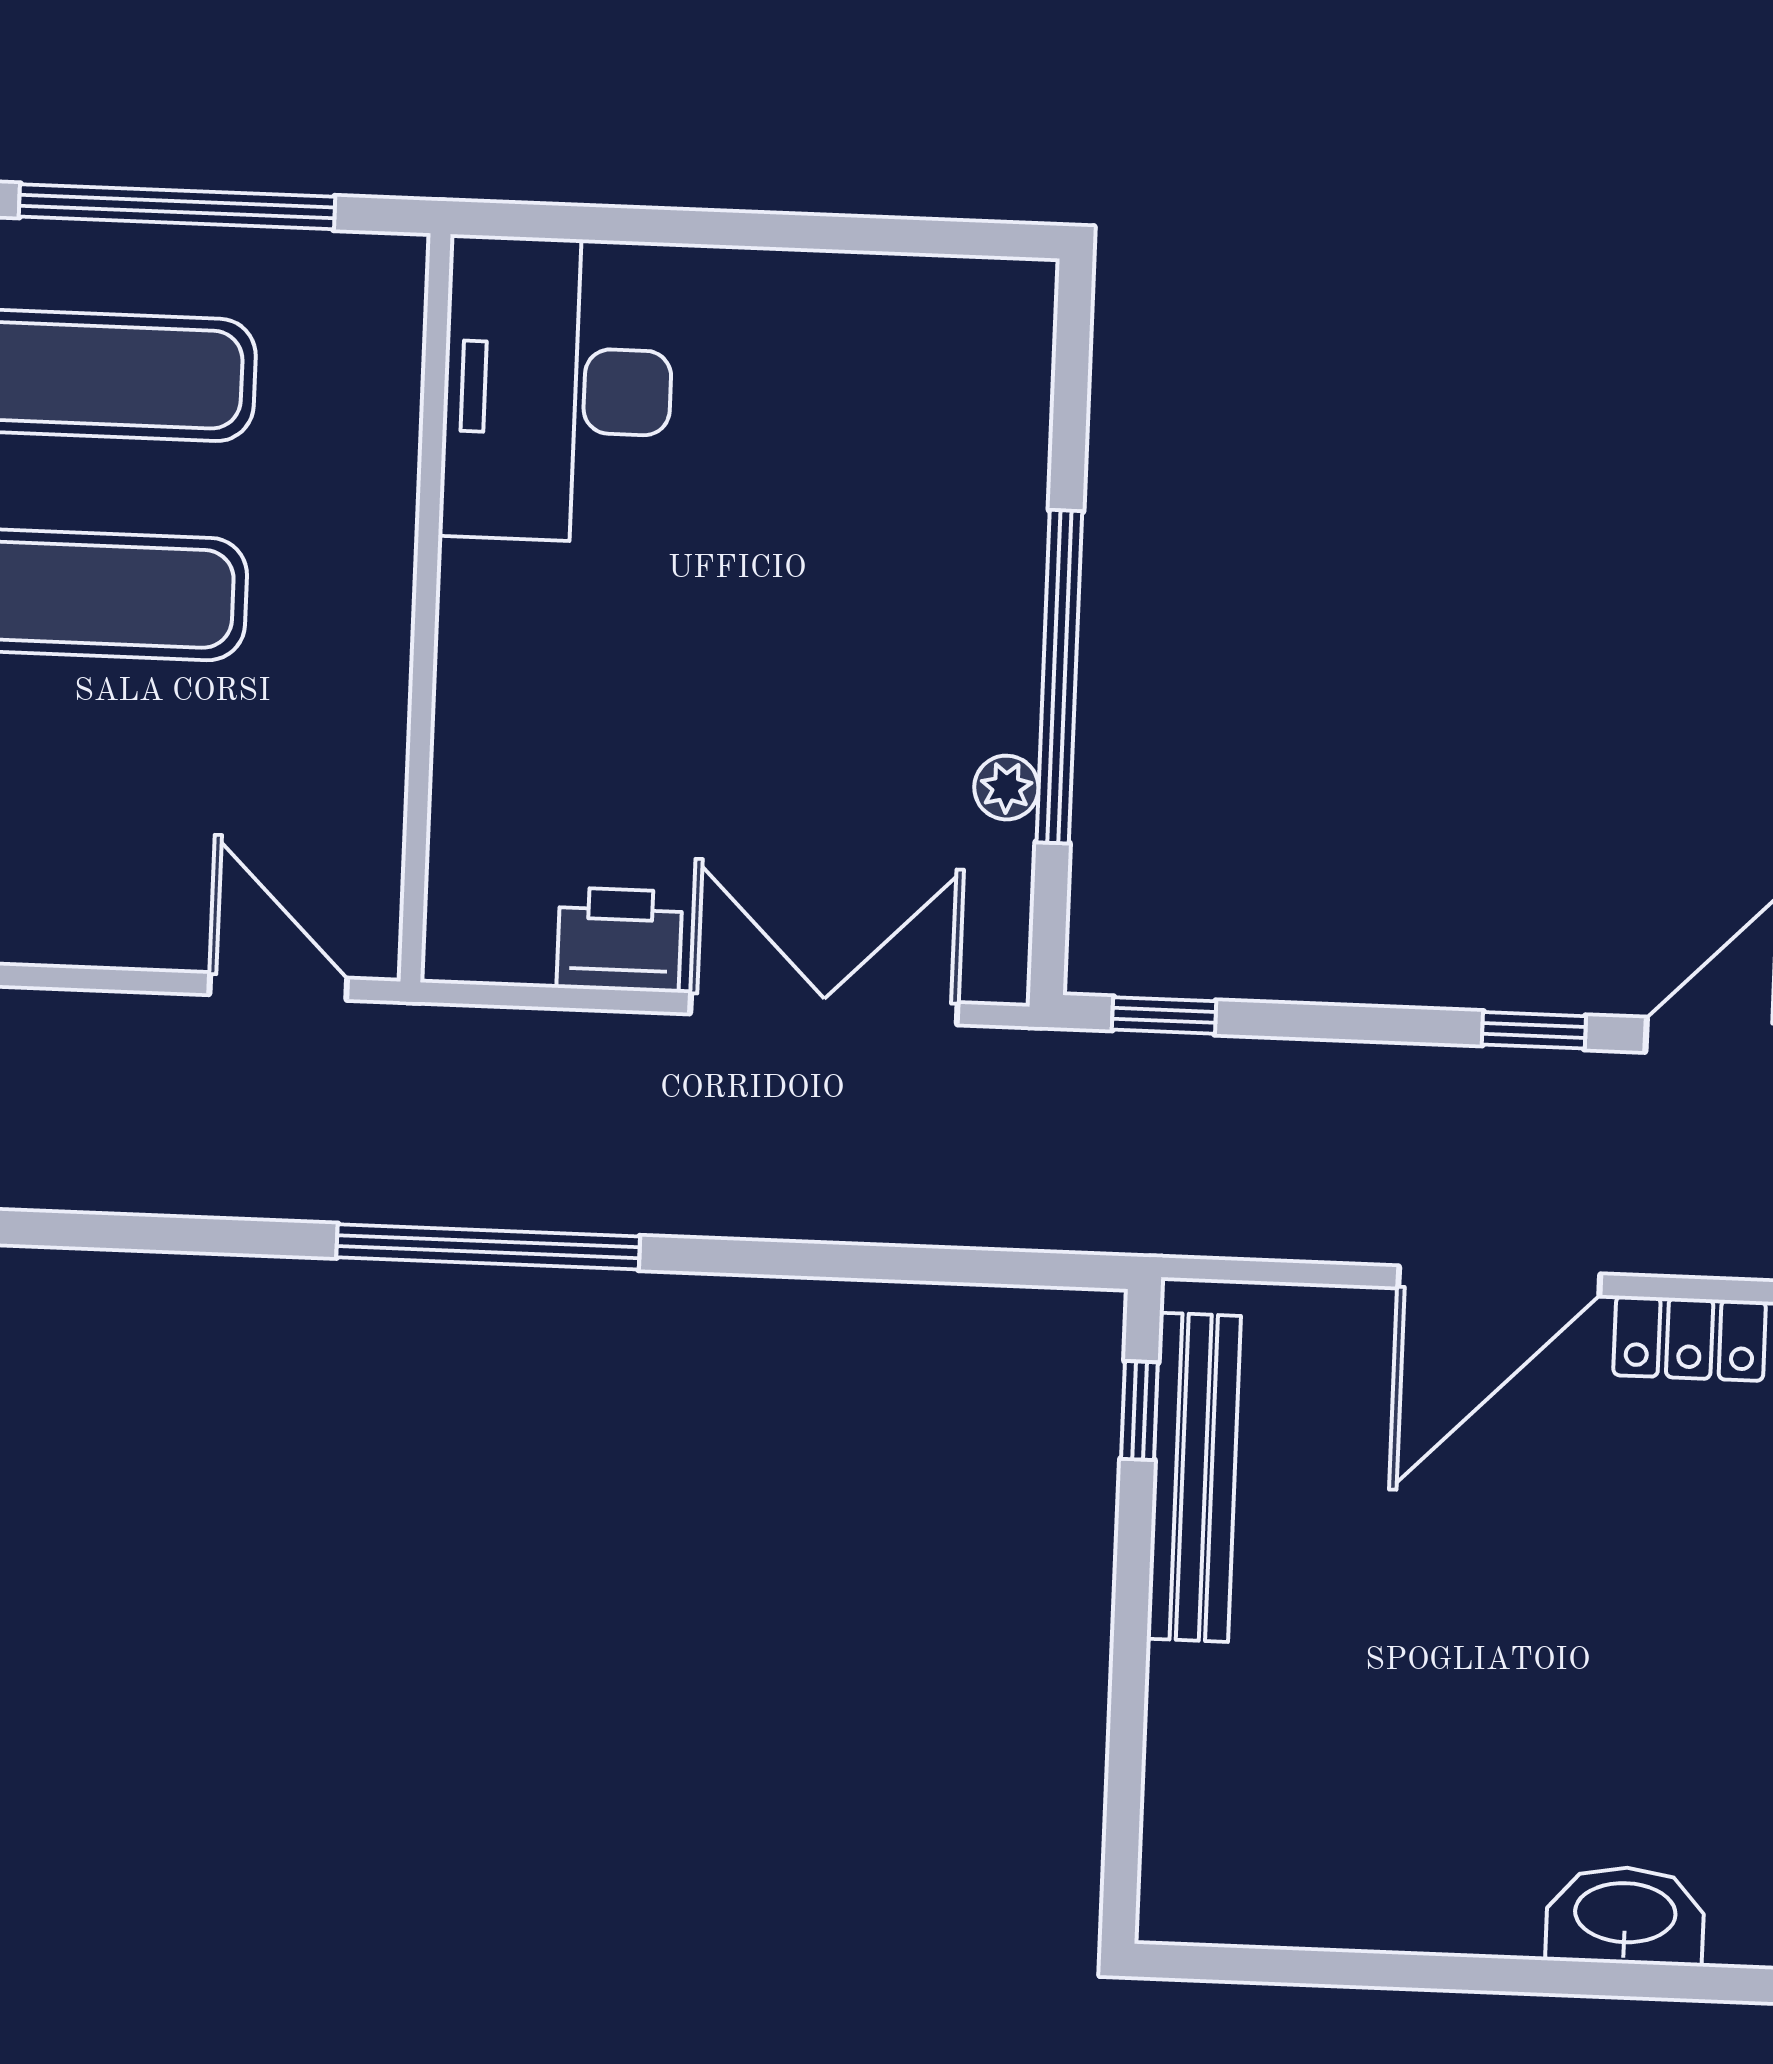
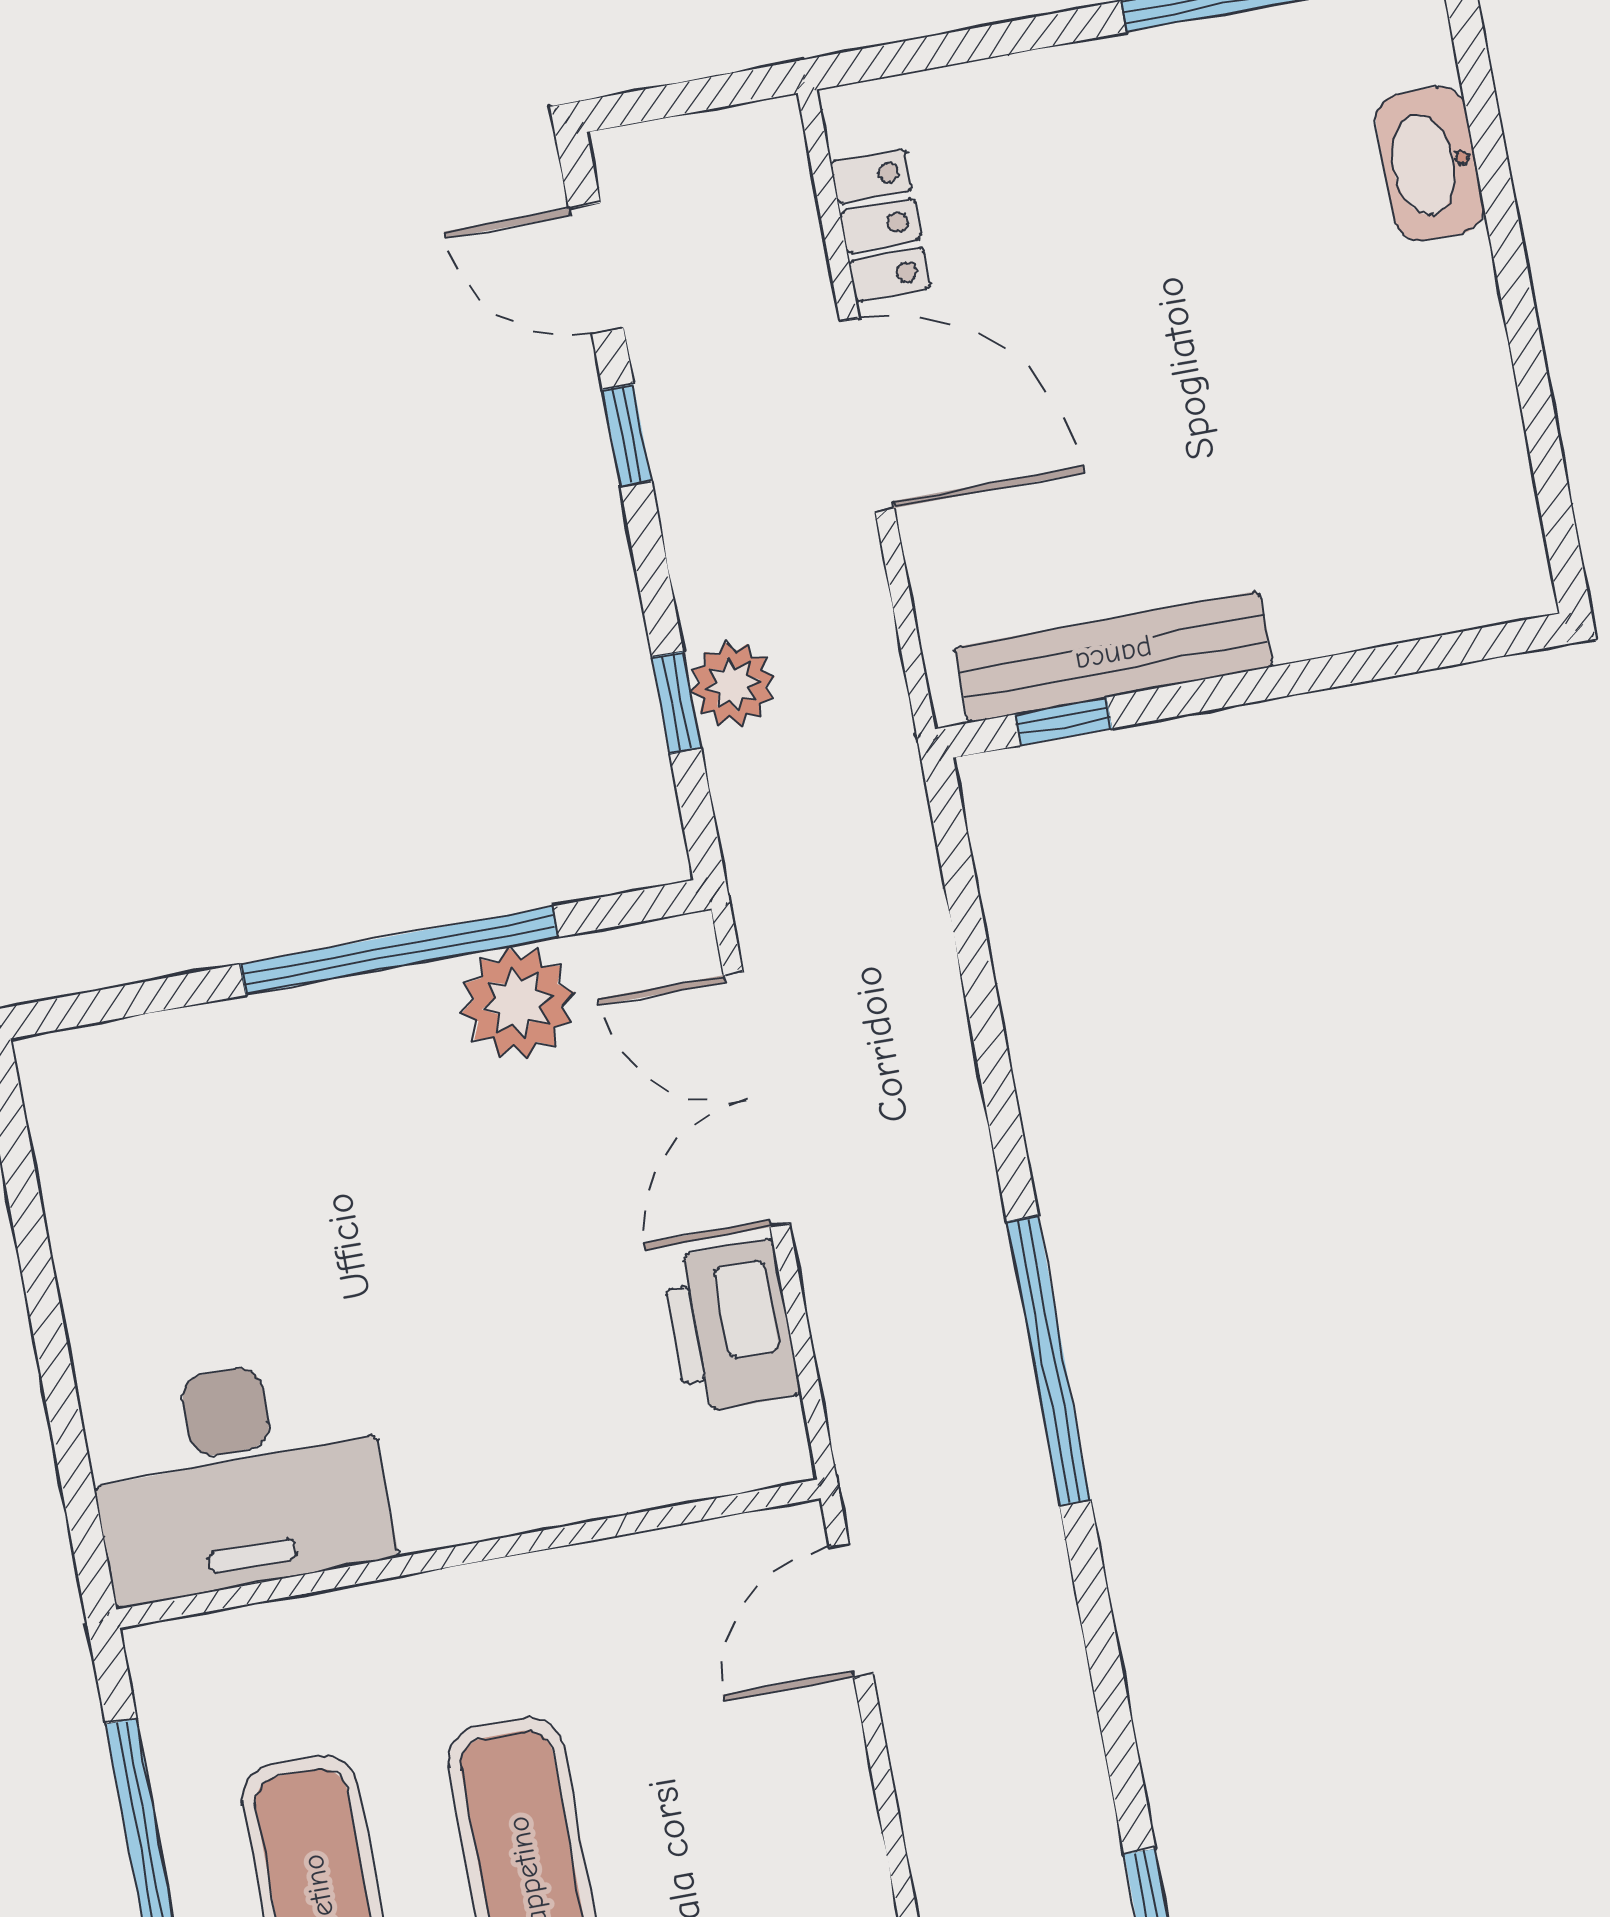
plant: (1006, 788) -> (518, 1003), width x1.88, depth x1.88
printer: (619, 940) -> (731, 1327), width x1.37, depth x1.19
window: (1164, 1015) -> (677, 703), moved
plant: (1254, 1081) -> (733, 684), added

